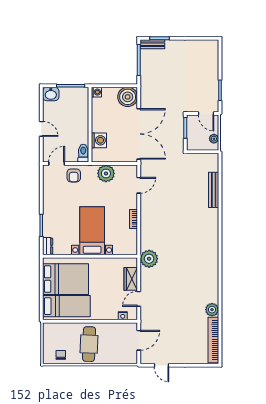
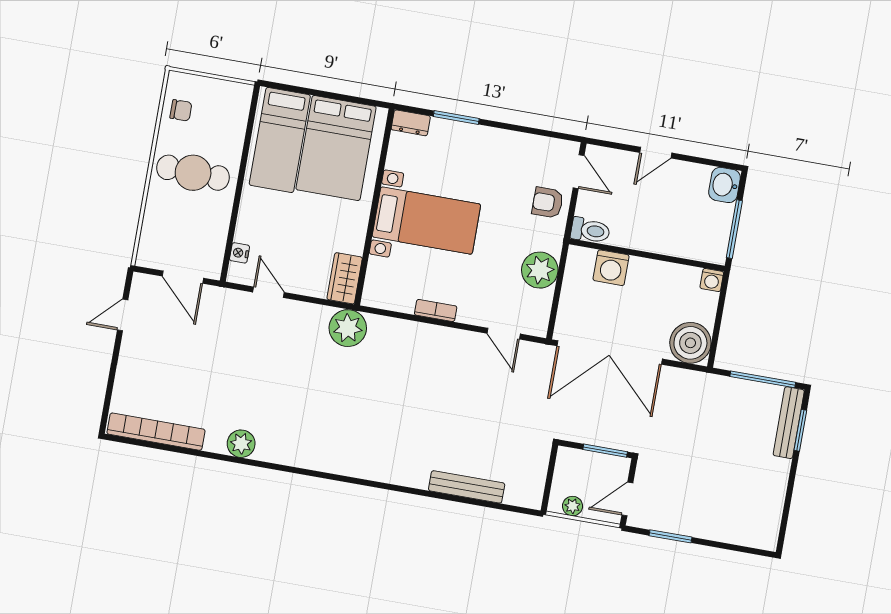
bench: (152, 44) -> (789, 423), width x1.36
wardrobe: (131, 279) -> (345, 278), moved, turned -90
plant: (212, 310) -> (241, 444), moved

